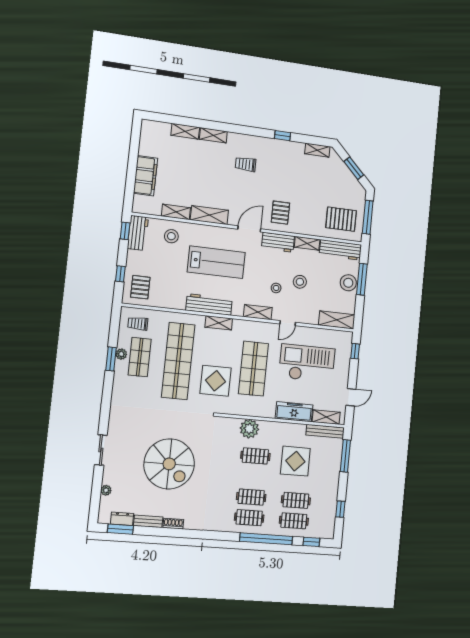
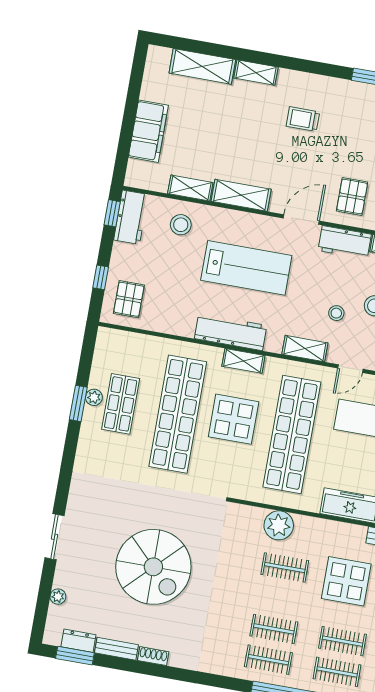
shelving: (185, 131) -> (202, 66), width x1.50, depth x1.33
trolley: (138, 323) -> (121, 353), removed
shop shelf: (254, 369) -> (292, 434), width x1.40
display table: (216, 381) -> (234, 419), moved

